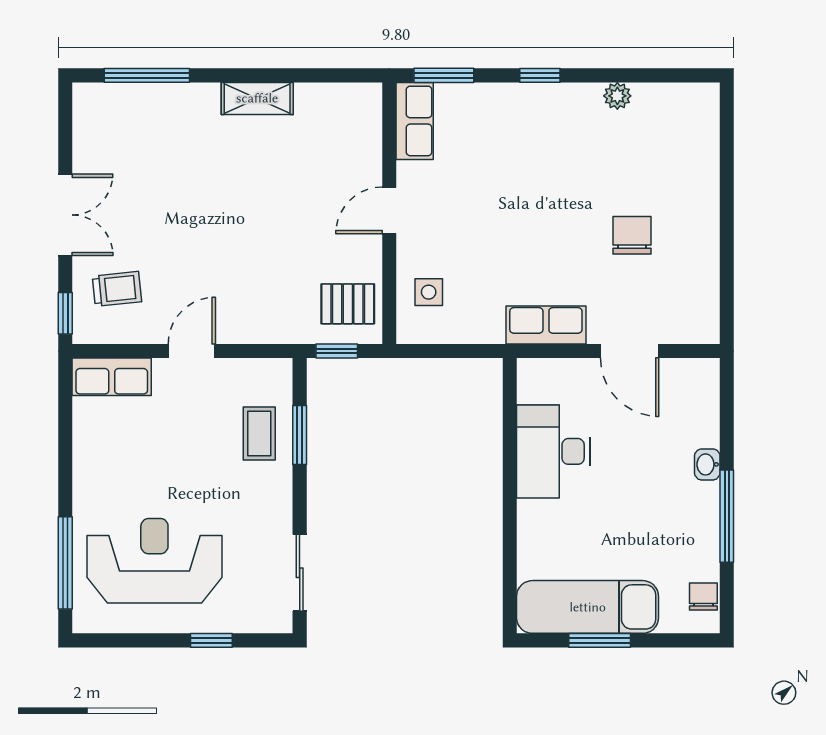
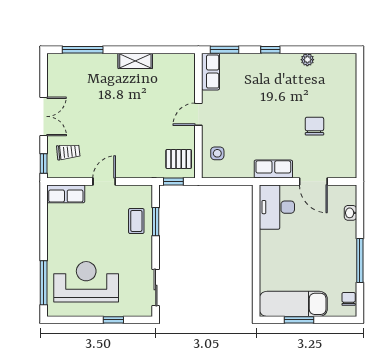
desk: (553, 451) -> (277, 207), moved
washbasin: (707, 464) -> (350, 213), moved

